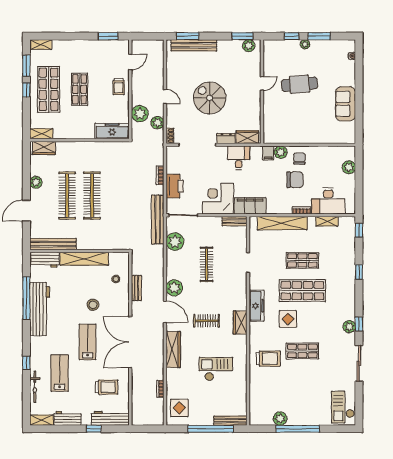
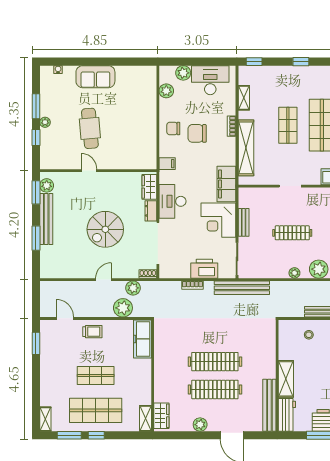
window: (188, 36) -> (36, 238), moved
bench: (194, 45) -> (46, 219), moved
sofa: (346, 104) -> (95, 77), moved
plant: (281, 152) -> (166, 91), moved
desk: (239, 158) -> (172, 201), width x1.37
chair: (295, 180) -> (197, 133), turned -90
desk: (328, 201) -> (210, 80), moved, turned -90
bench: (234, 221) -> (244, 222), moved
plant: (175, 242) -> (294, 273), moved, width x0.53, depth x0.53
shelving: (84, 259) -> (286, 379), width x0.68

